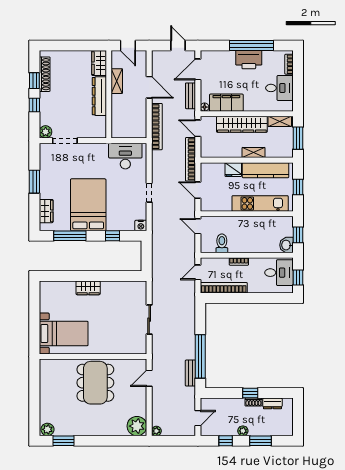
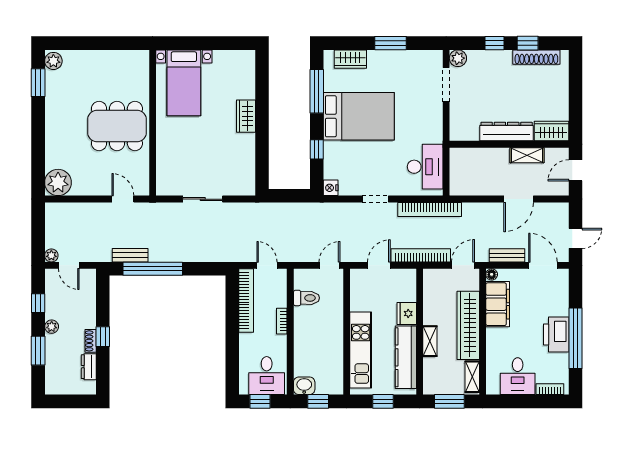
bookcase: (157, 127) -> (430, 210), moved
plant: (156, 431) -> (51, 255), moved

